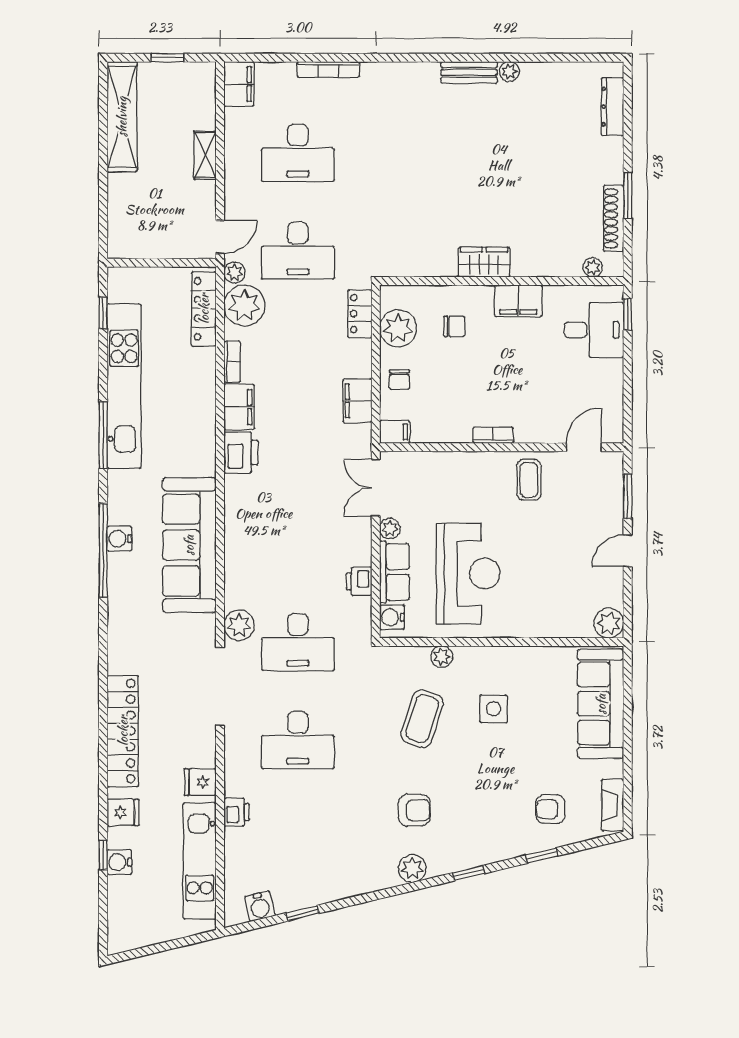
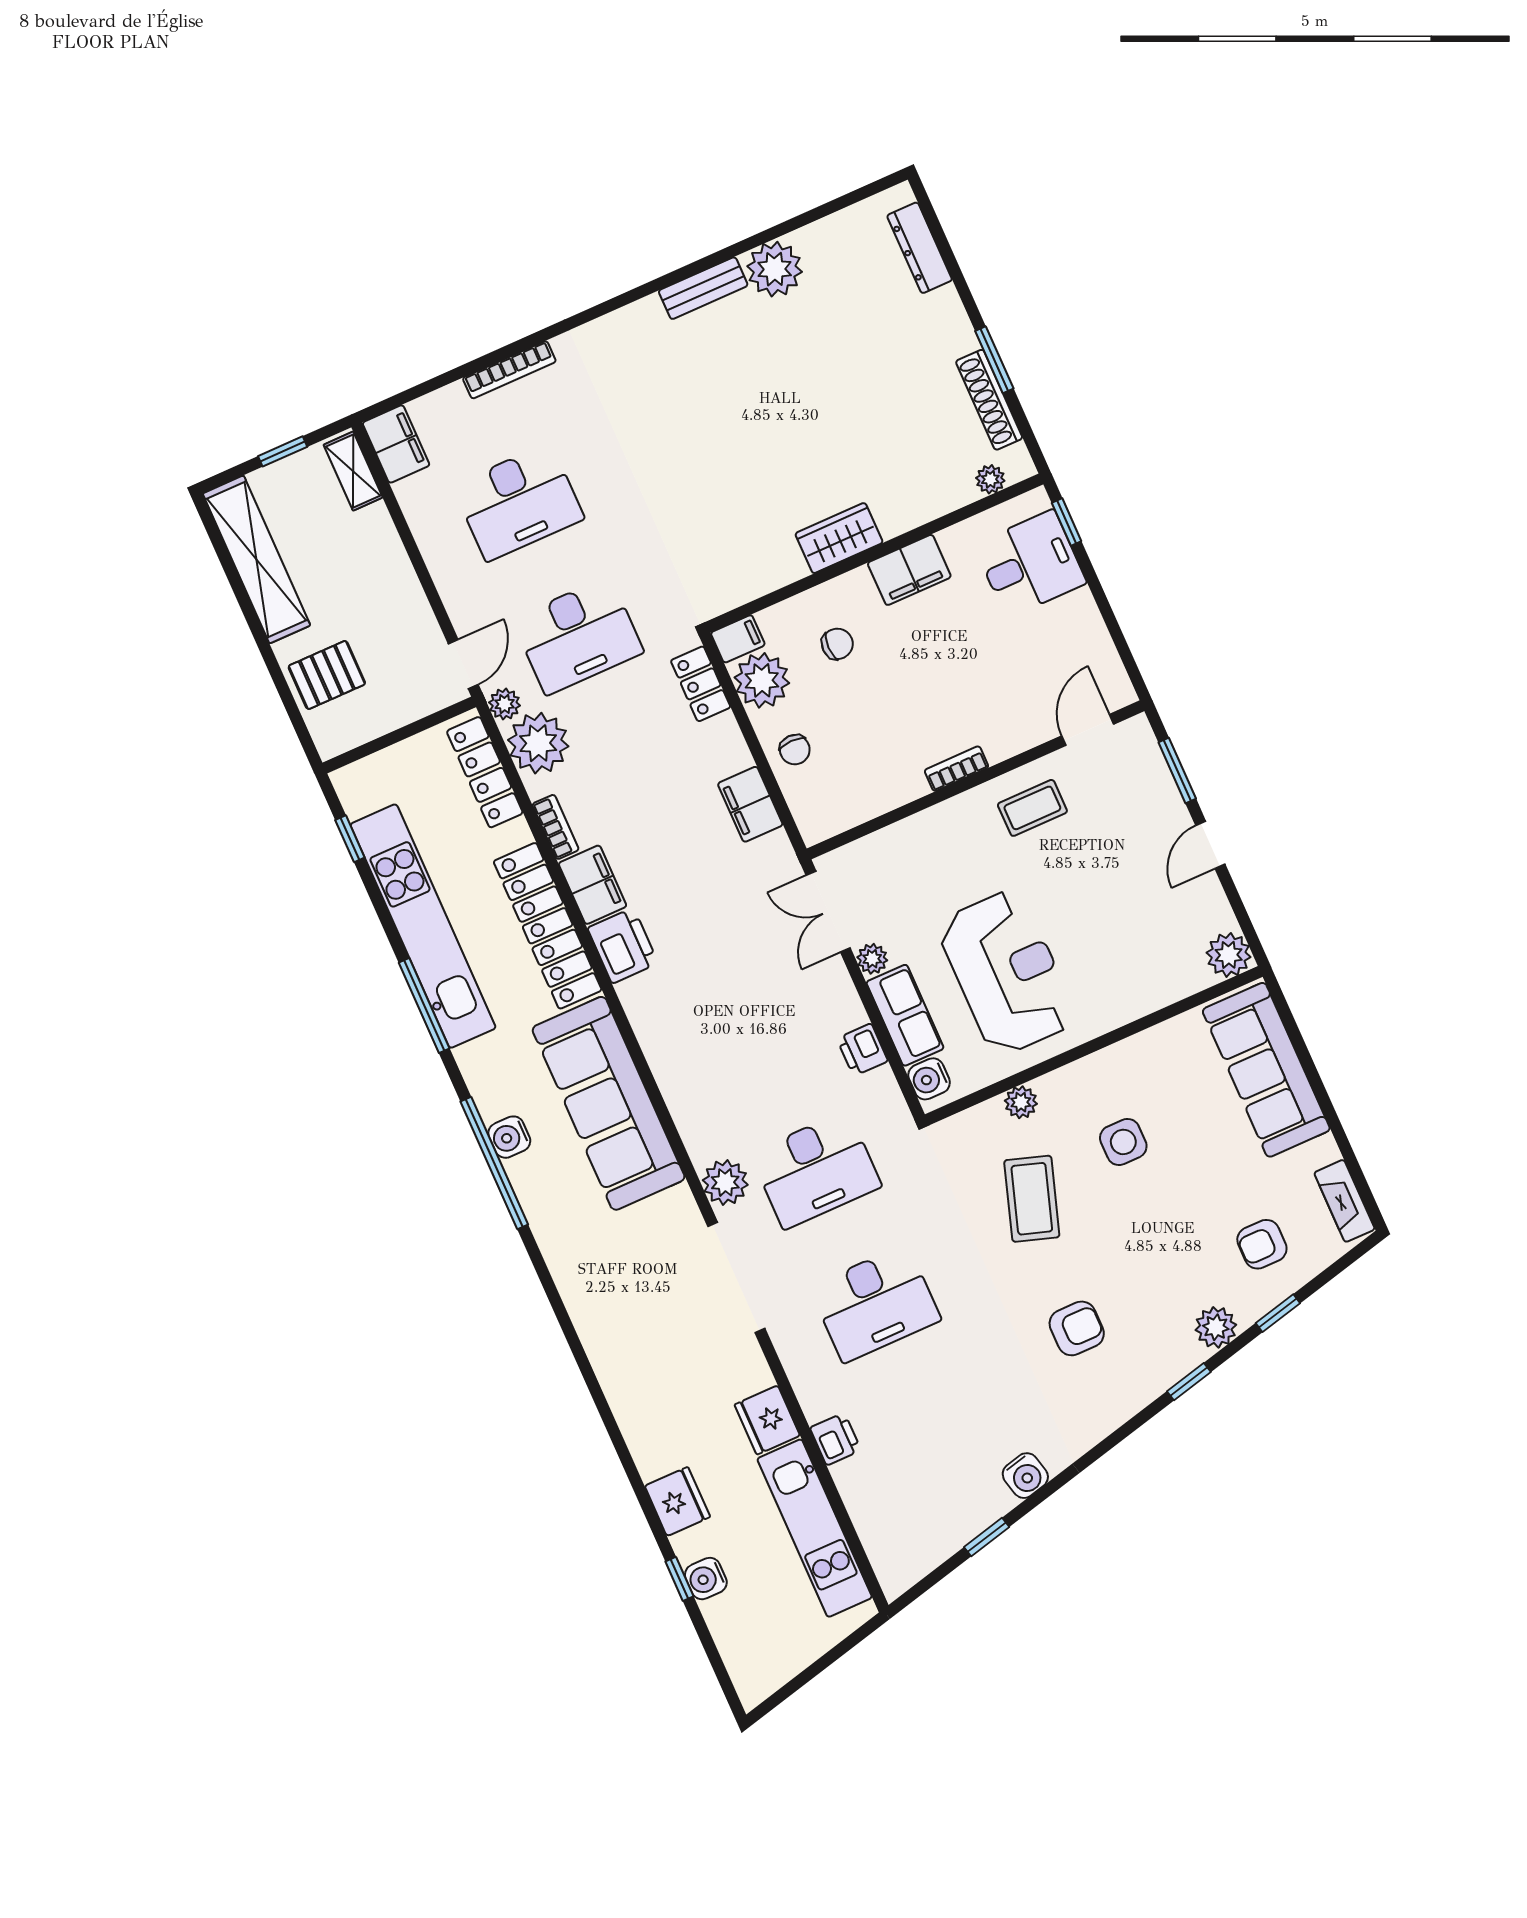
plant: (509, 71) -> (775, 269), width x1.88, depth x1.88
shelving: (205, 155) -> (353, 471), moved
pallet: (134, 206) -> (327, 675), added
filing cabinet: (395, 432) -> (738, 639), moved
coffee table: (529, 480) -> (1032, 808), turned 90
locker: (123, 731) -> (548, 926), moved, turned 180
fridge: (200, 782) -> (767, 1420), width x1.38
fridge: (123, 812) -> (677, 1501), width x1.38
plant: (412, 868) -> (1216, 1327), moved
water cooler: (260, 906) -> (1025, 1476), moved

